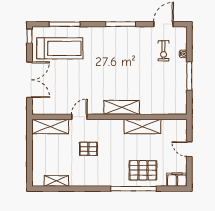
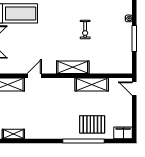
exercise bike: (164, 51) -> (85, 29), moved
pallet: (88, 149) -> (43, 105), removed
door: (189, 149) -> (134, 89), moved

